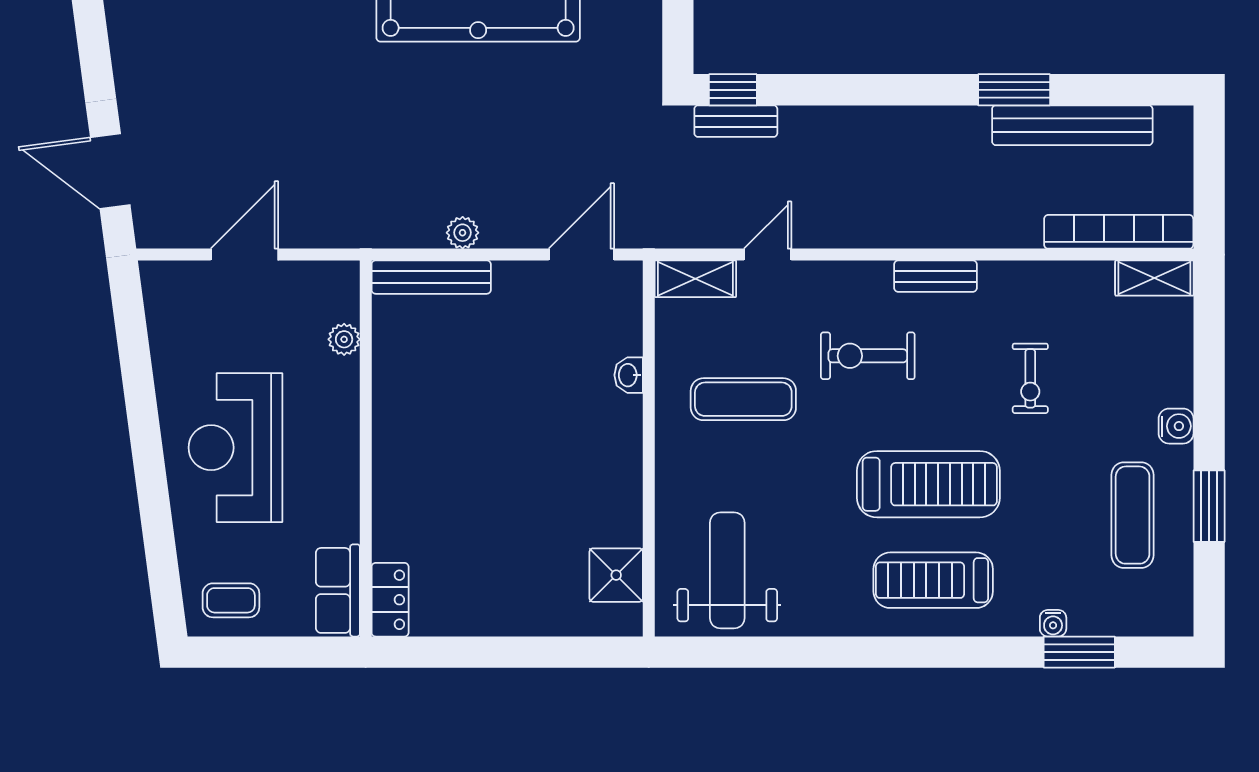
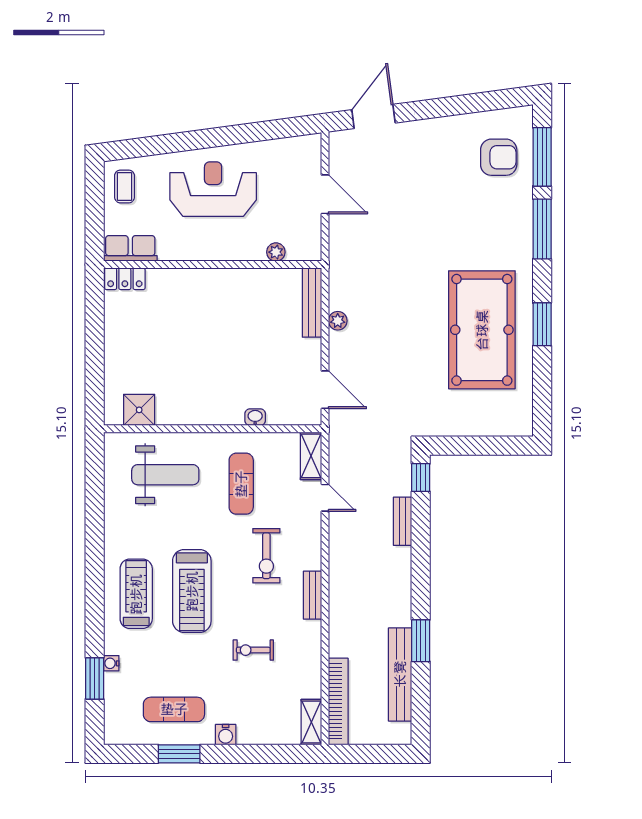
bench: (736, 121) -> (402, 521), moved
exercise bike: (868, 356) -> (266, 556), turned 180
weight bench: (727, 570) -> (165, 475), moved

